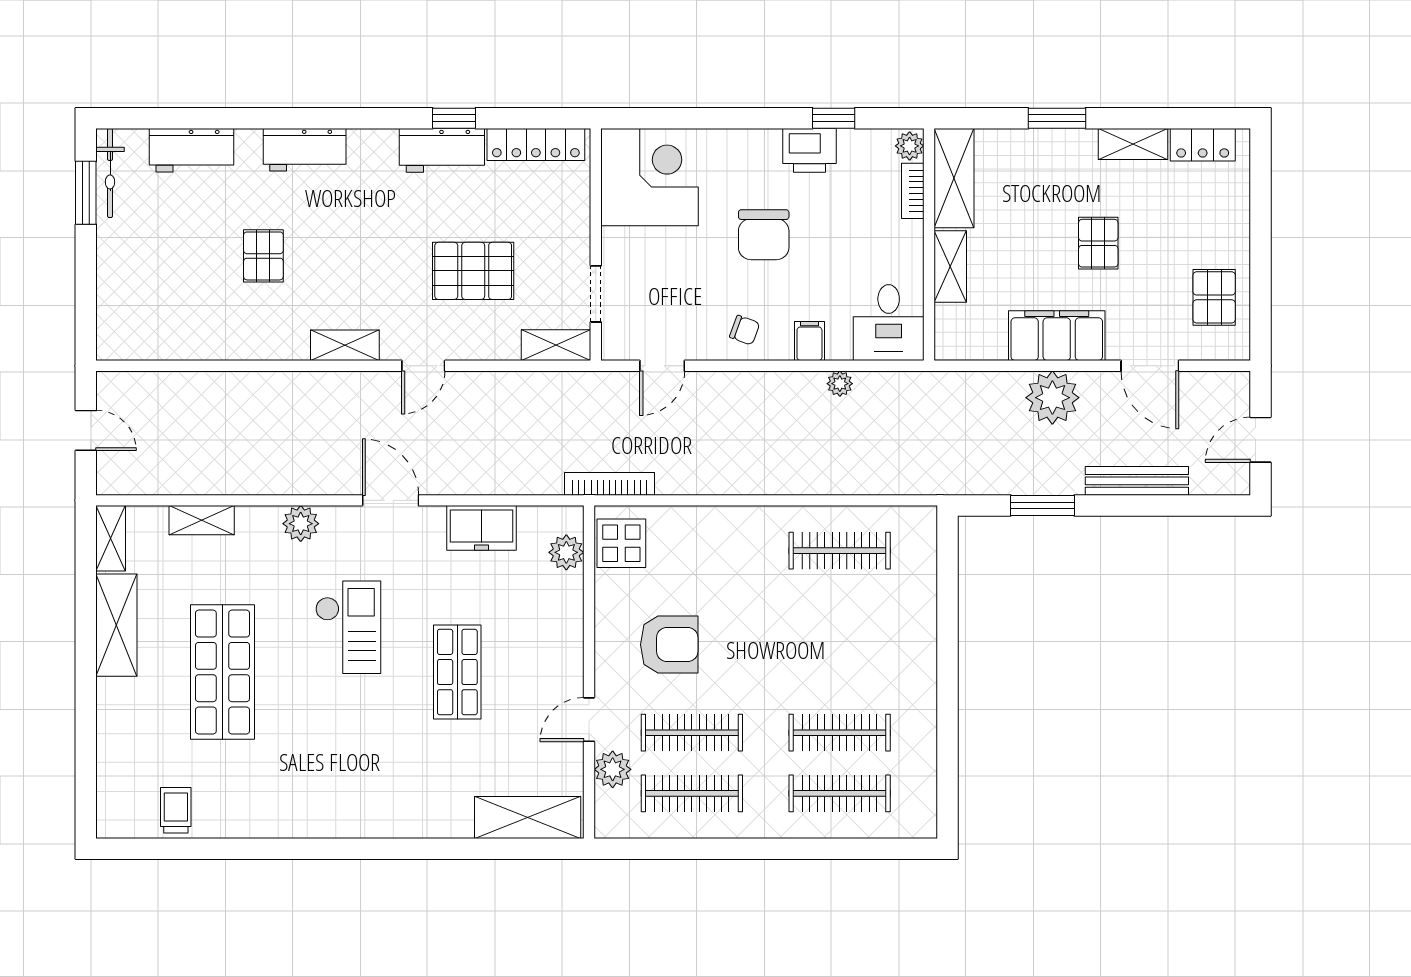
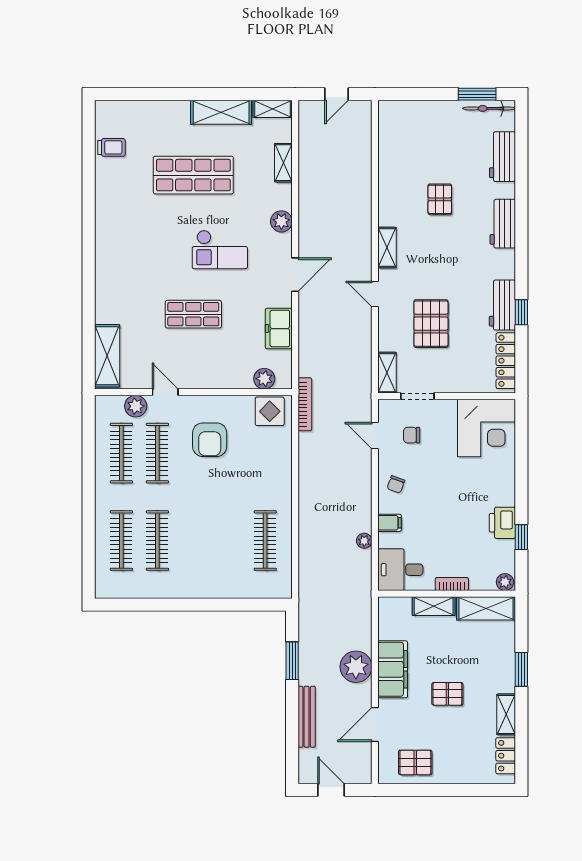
bookcase: (913, 191) -> (452, 584), moved
chair: (764, 235) -> (412, 435), moved, width x0.54, depth x0.54
pallet: (263, 256) -> (440, 199), turned 90

